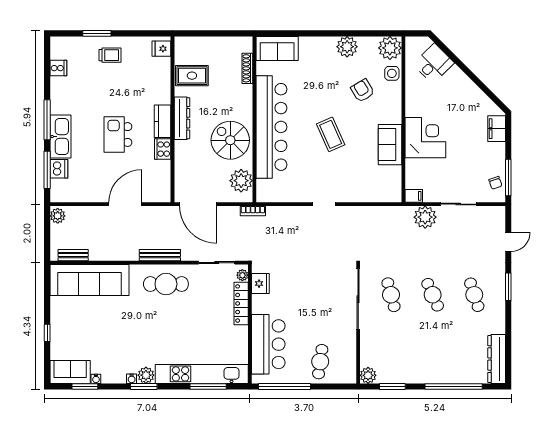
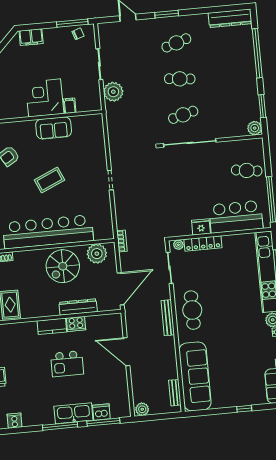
dresser: (182, 118) -> (78, 307), moved
filing cabinet: (414, 196) -> (70, 106), moved
fridge: (260, 284) -> (201, 227), moved
cafe table: (433, 295) -> (180, 79), turned 30

